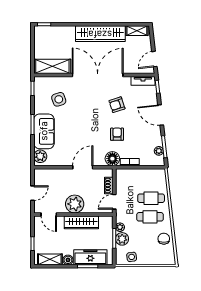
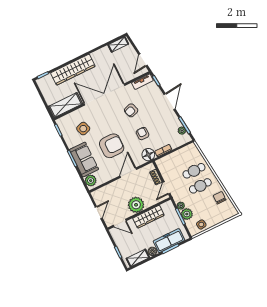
wardrobe: (100, 34) -> (73, 70), moved
door: (161, 115) -> (169, 102), swing flipped
armchair: (79, 131) -> (112, 146), added

